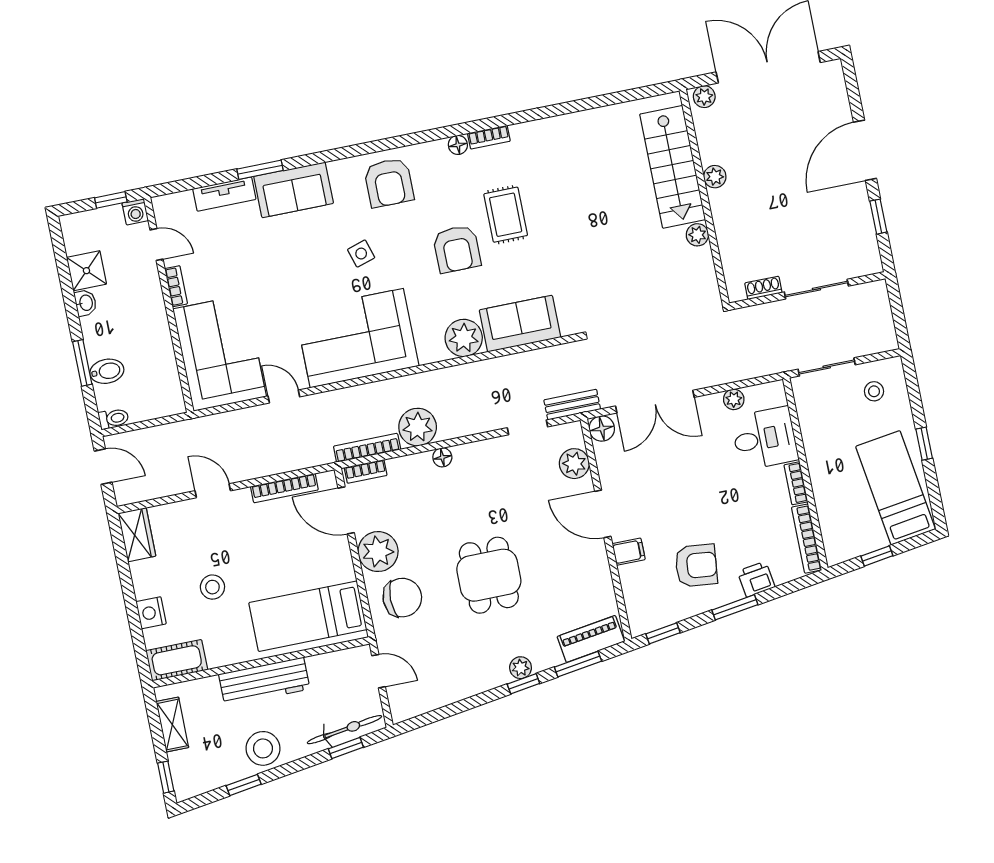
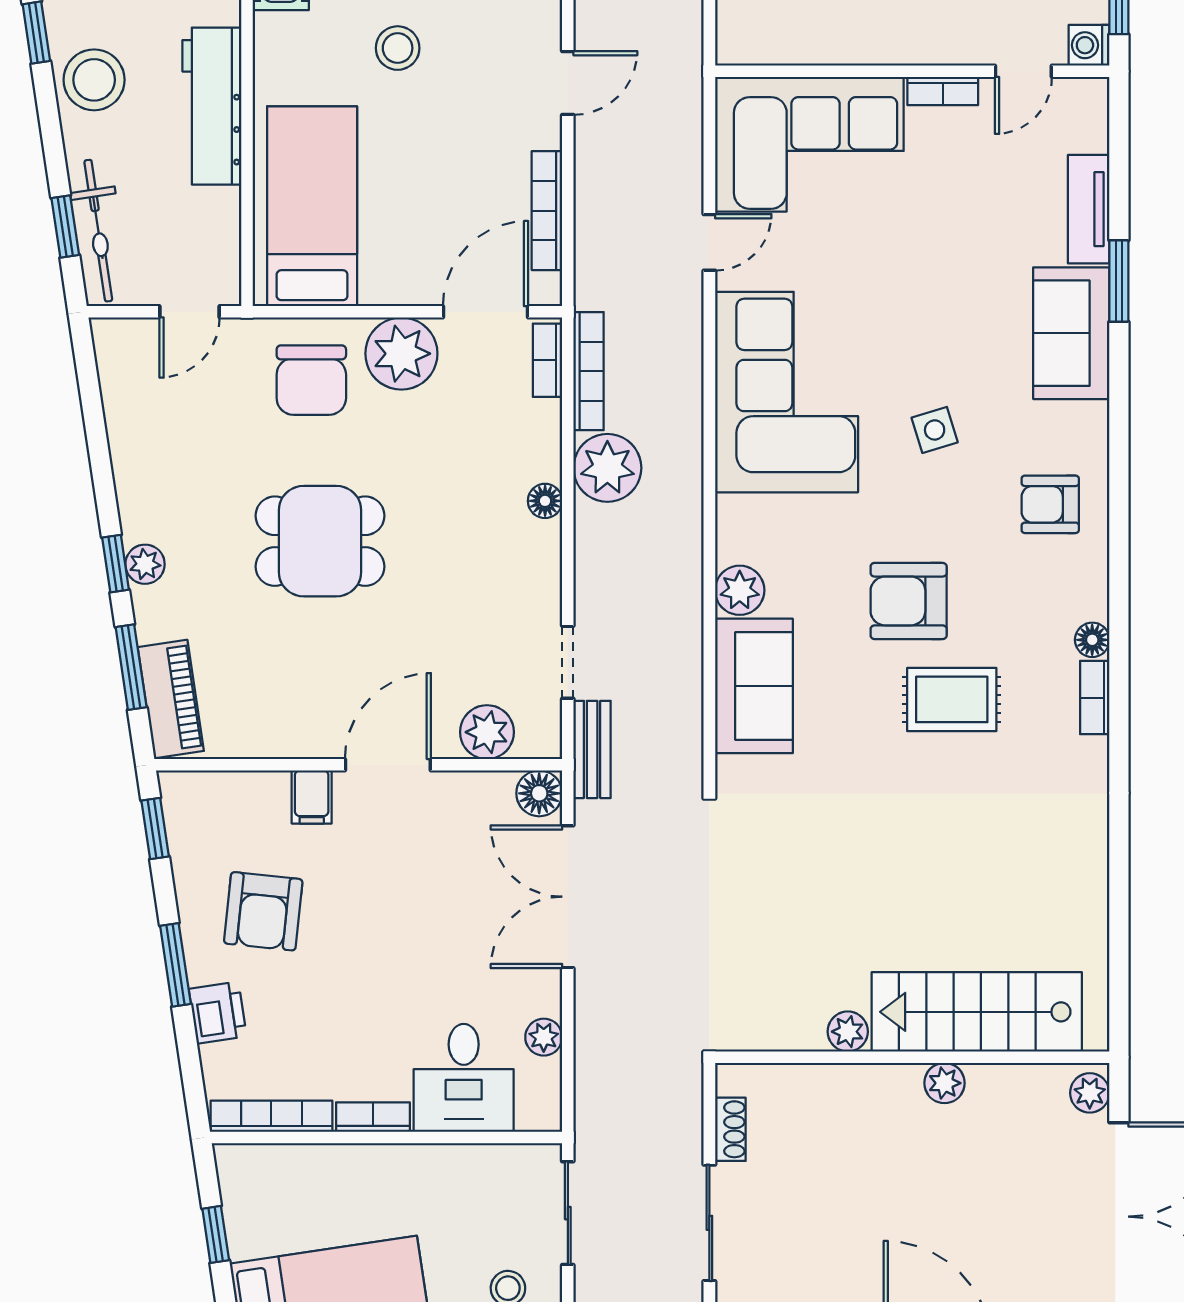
armchair: (389, 183) -> (1050, 504), width x0.72, depth x0.72
plant: (464, 338) -> (740, 590), width x0.73, depth x0.73

